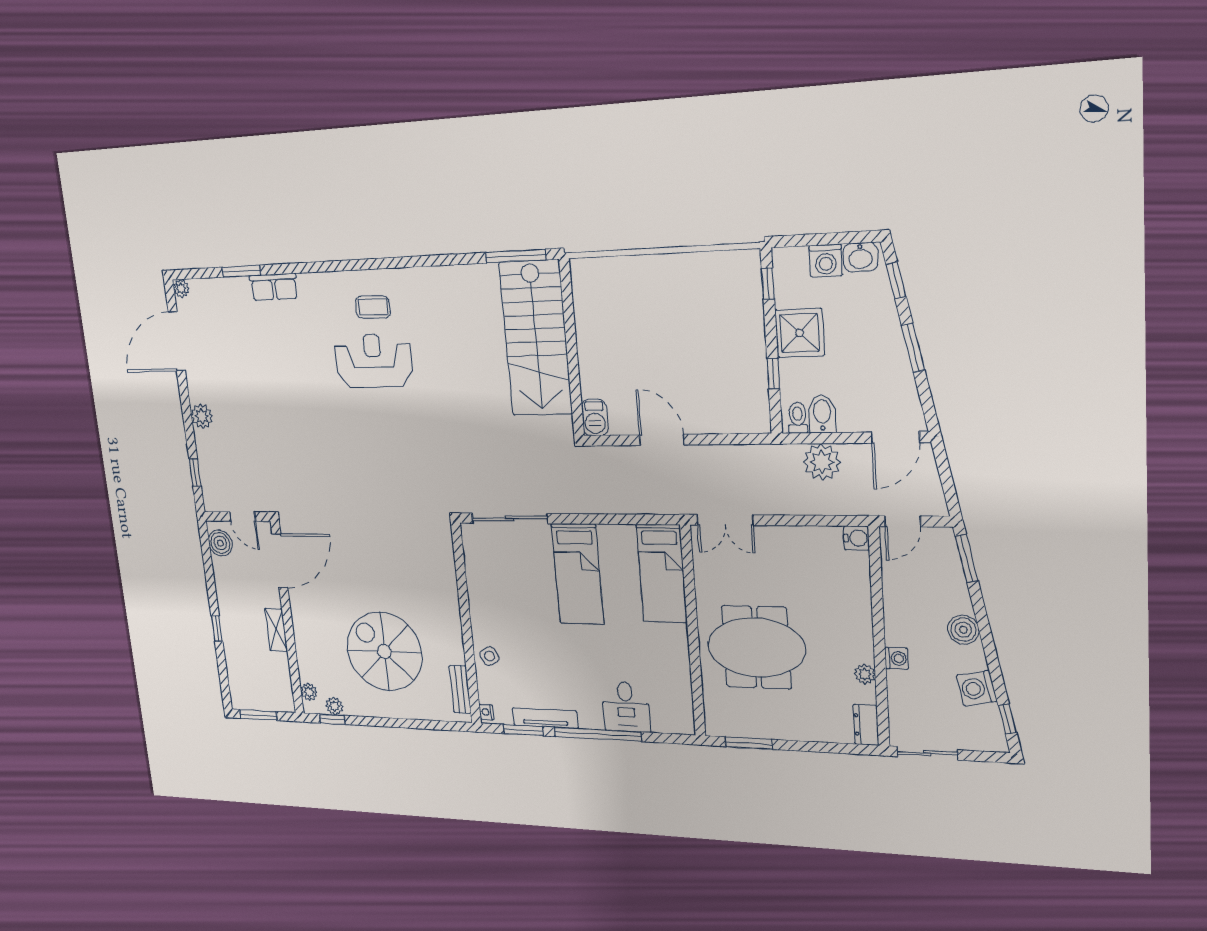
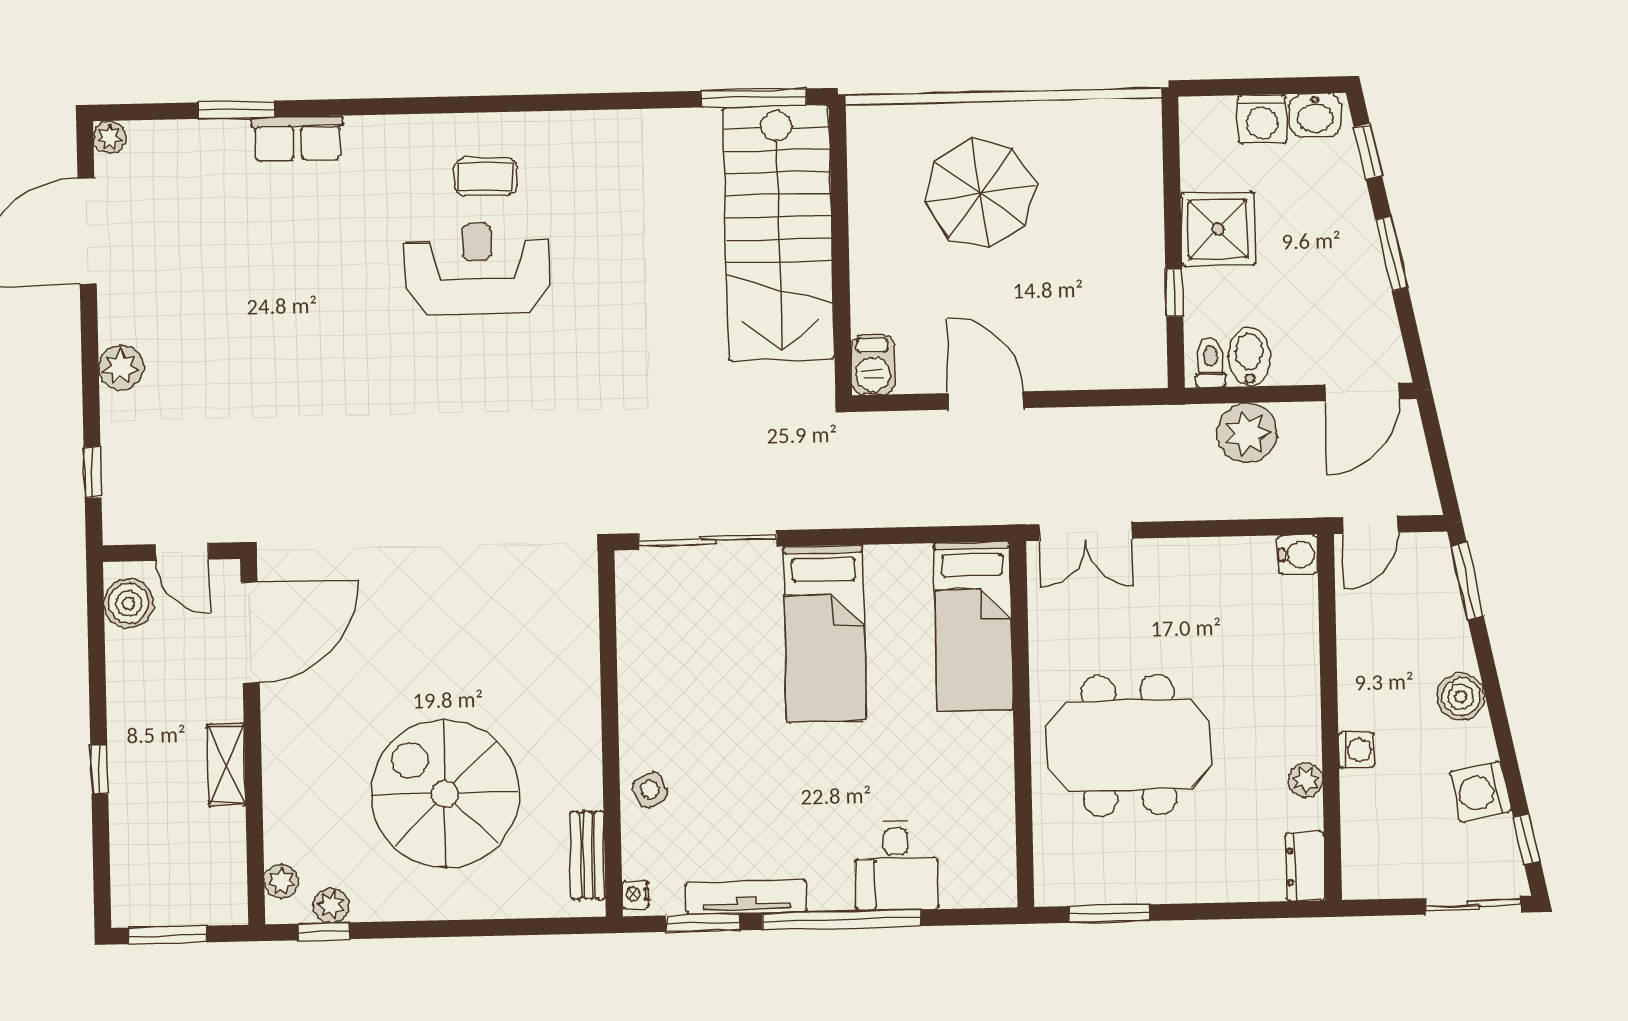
window: (768, 284) -> (1171, 152), removed
parasol: (652, 312) -> (980, 193), added
sliding door: (927, 753) -> (1473, 905), moved

